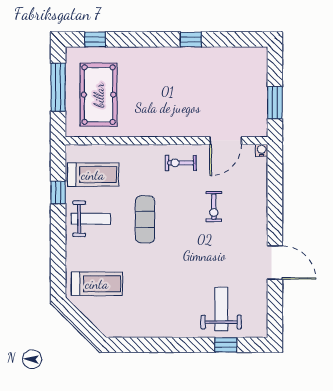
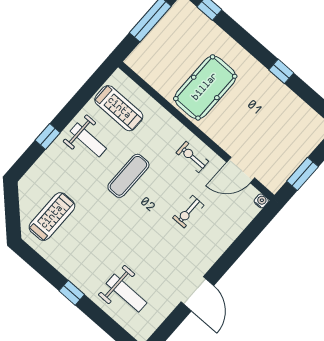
pool table: (99, 95) -> (205, 87), moved
window: (58, 193) -> (48, 136), moved
treadmill: (97, 284) -> (52, 217), moved, turned -90
weight bench: (221, 309) -> (126, 293), turned 90
window: (226, 345) -> (72, 293), moved

